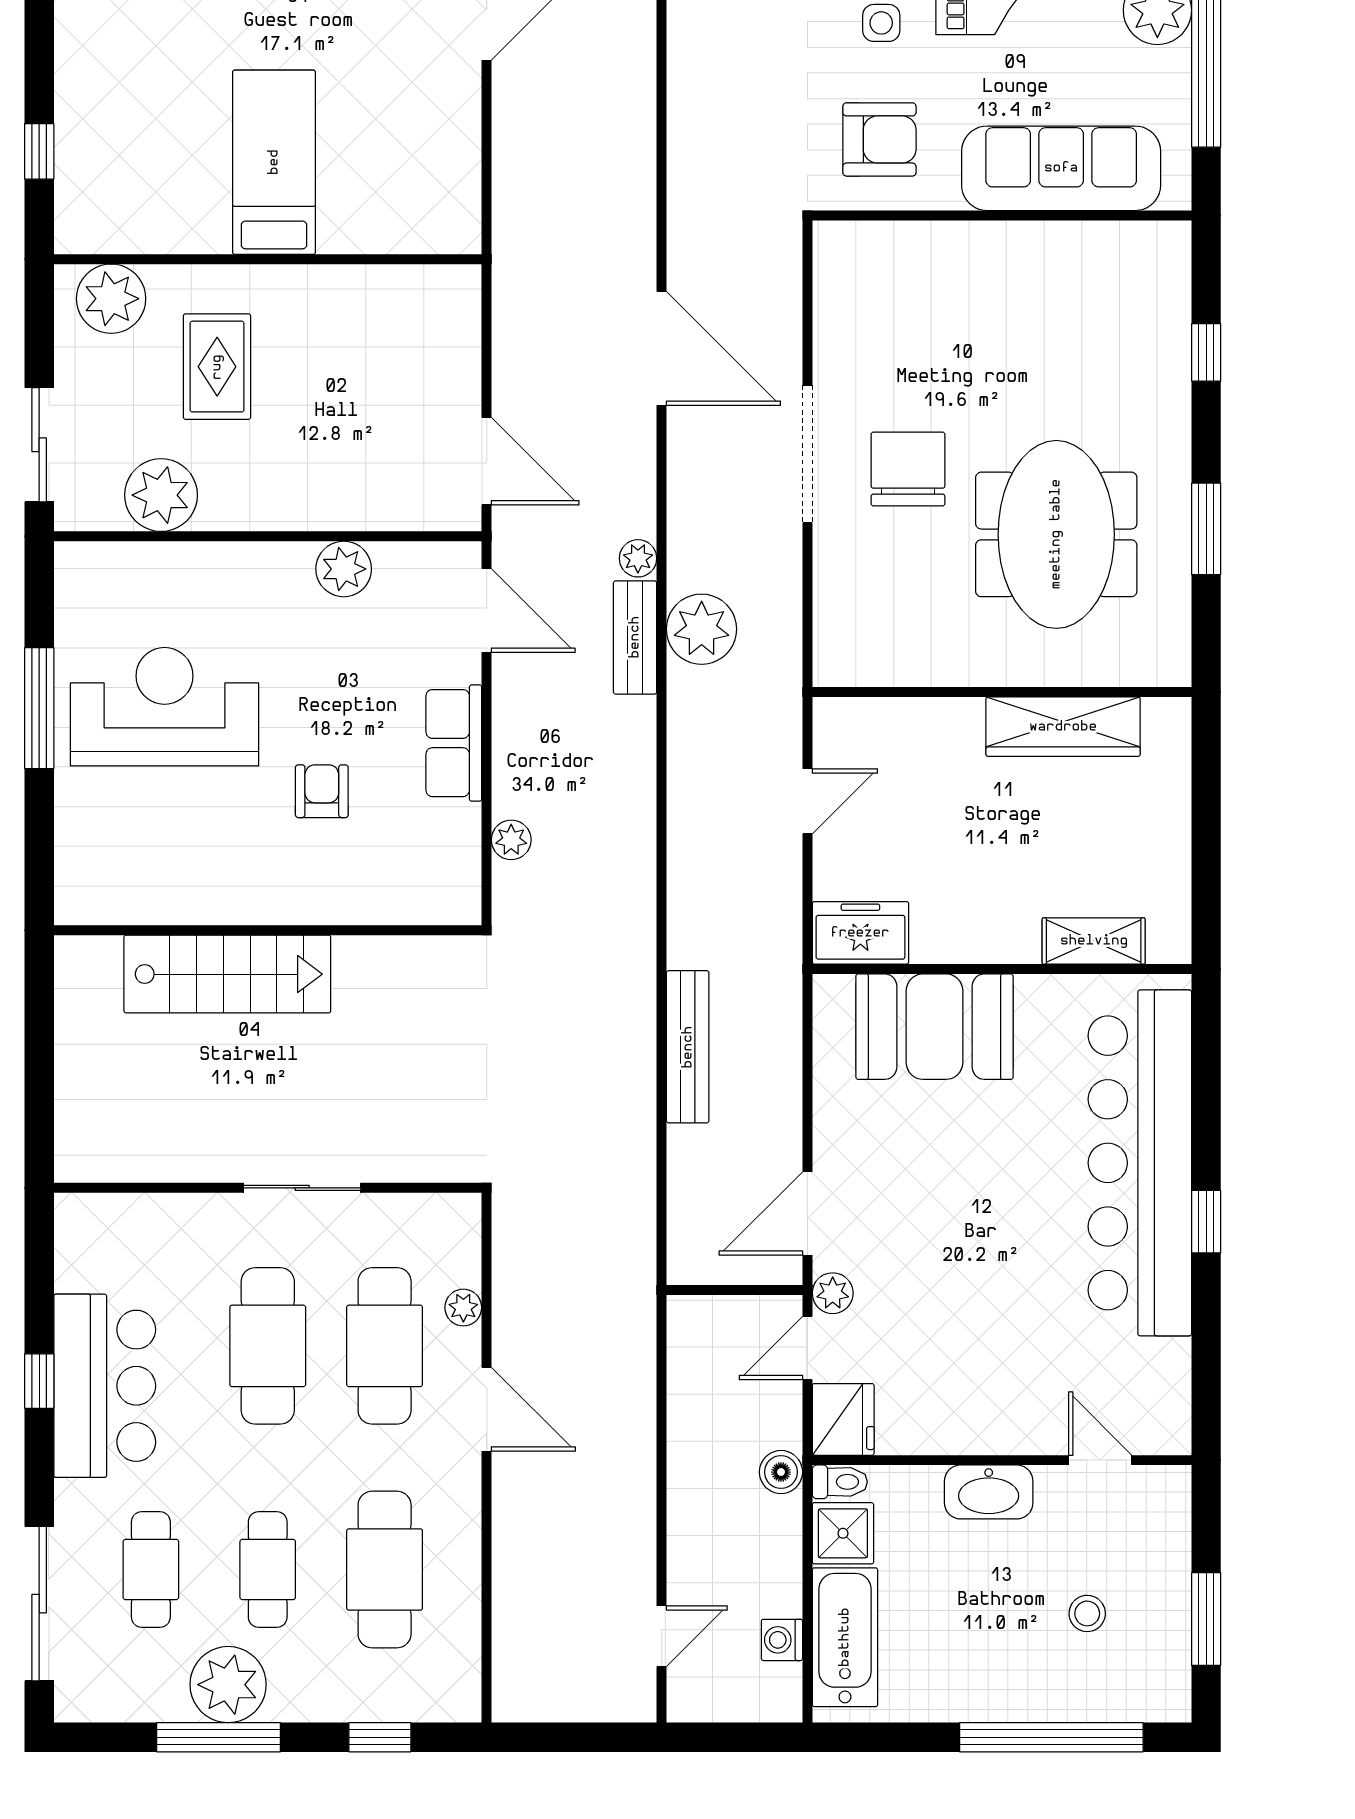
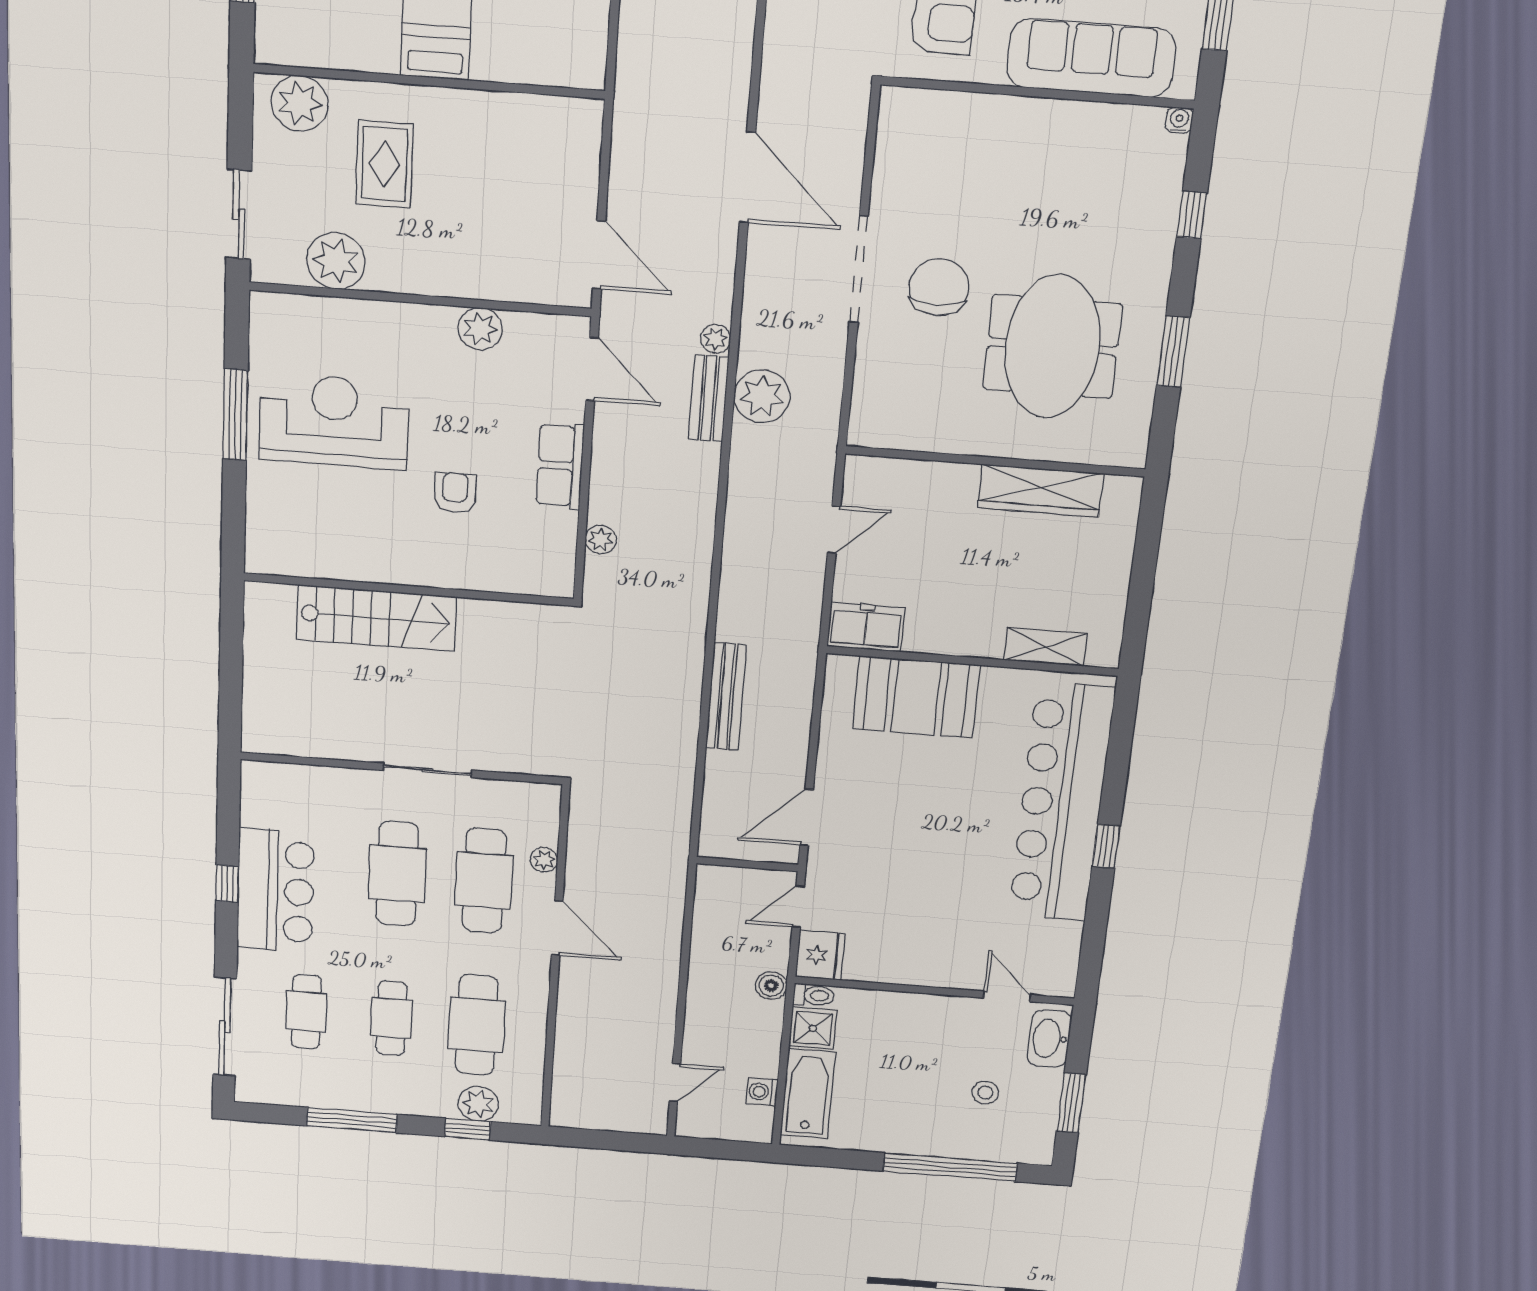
water cooler: (1176, 236) -> (1179, 120), added
plant: (833, 1293) -> (820, 872), removed
washbasin: (989, 1492) -> (1049, 1038), moved, turned 90
plant: (228, 1685) -> (478, 1104), moved, width x0.73, depth x0.73

